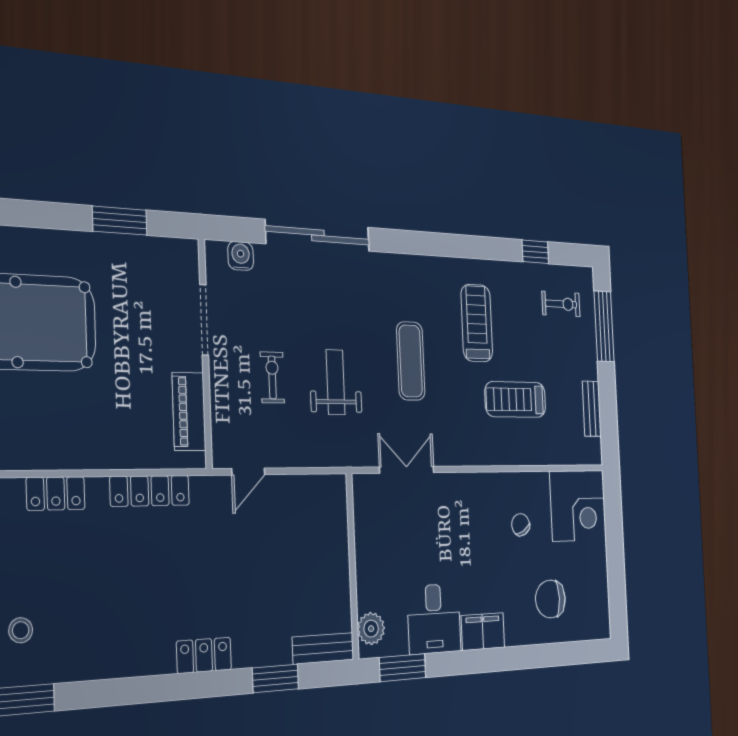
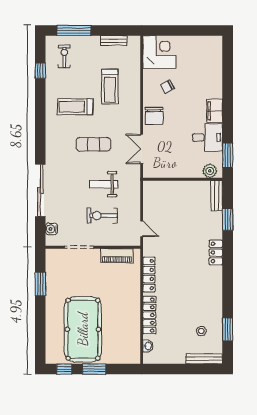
exercise bike: (272, 377) -> (102, 216), width x1.38, depth x1.39
locker: (56, 493) -> (149, 315), width x1.53
chair: (550, 599) -> (154, 116), moved

